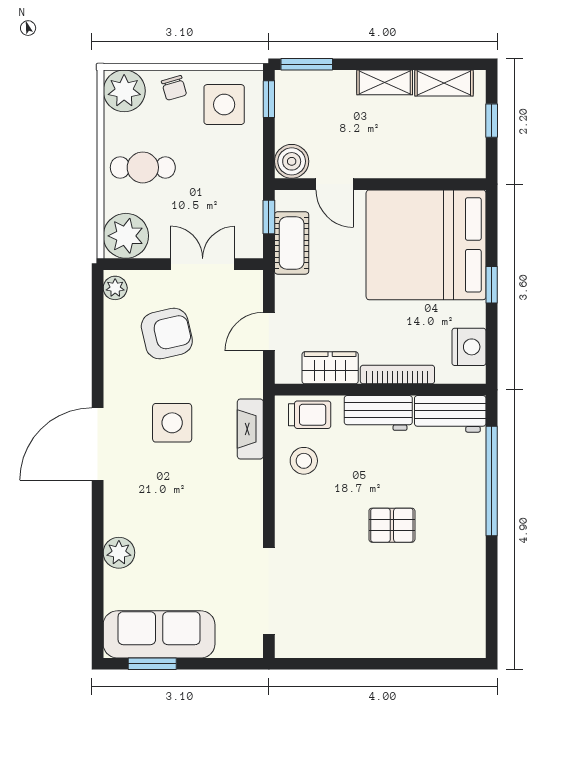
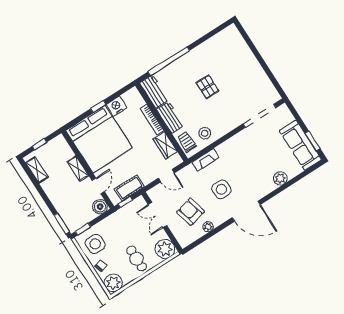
shelving: (385, 82) -> (78, 169), moved
plant: (115, 288) -> (208, 227), moved
nightstand: (469, 347) -> (116, 106), moved

